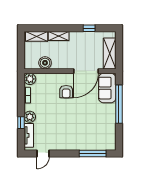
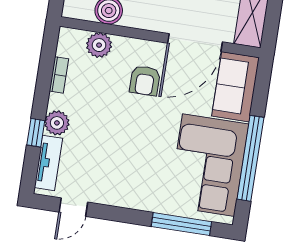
plant: (30, 79) -> (99, 45), moved
window: (119, 104) -> (250, 158), moved
corner sofa: (101, 125) -> (208, 165), added

